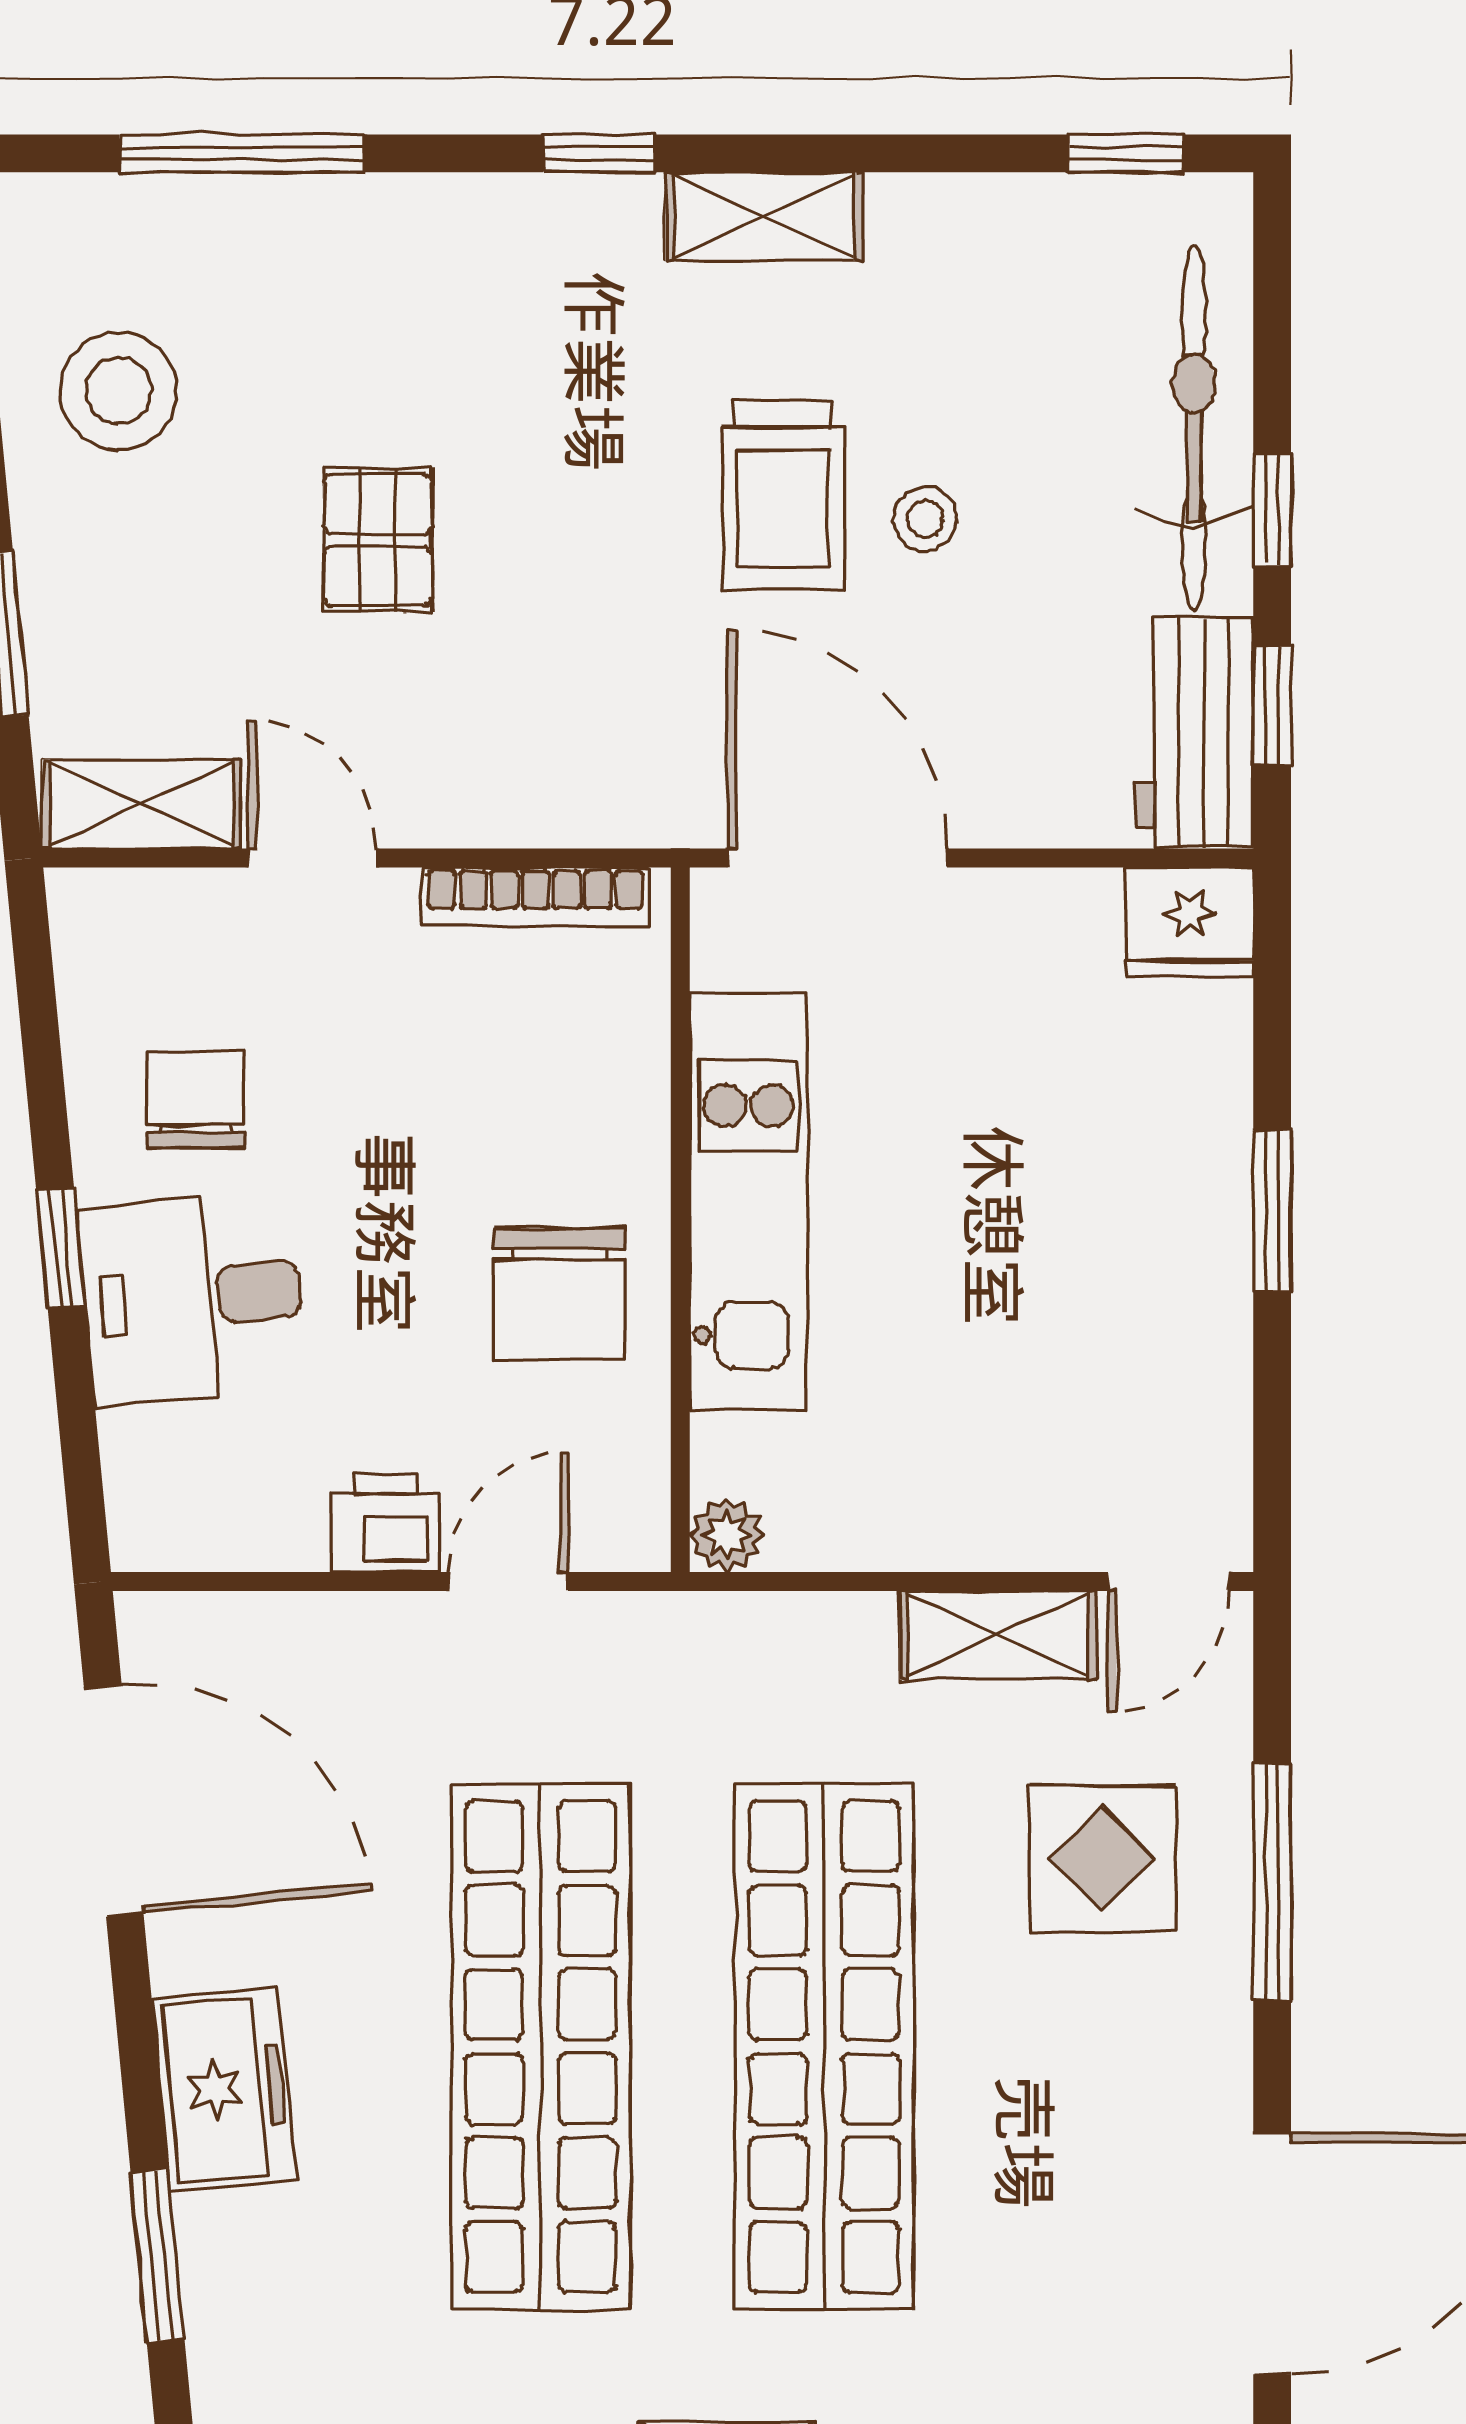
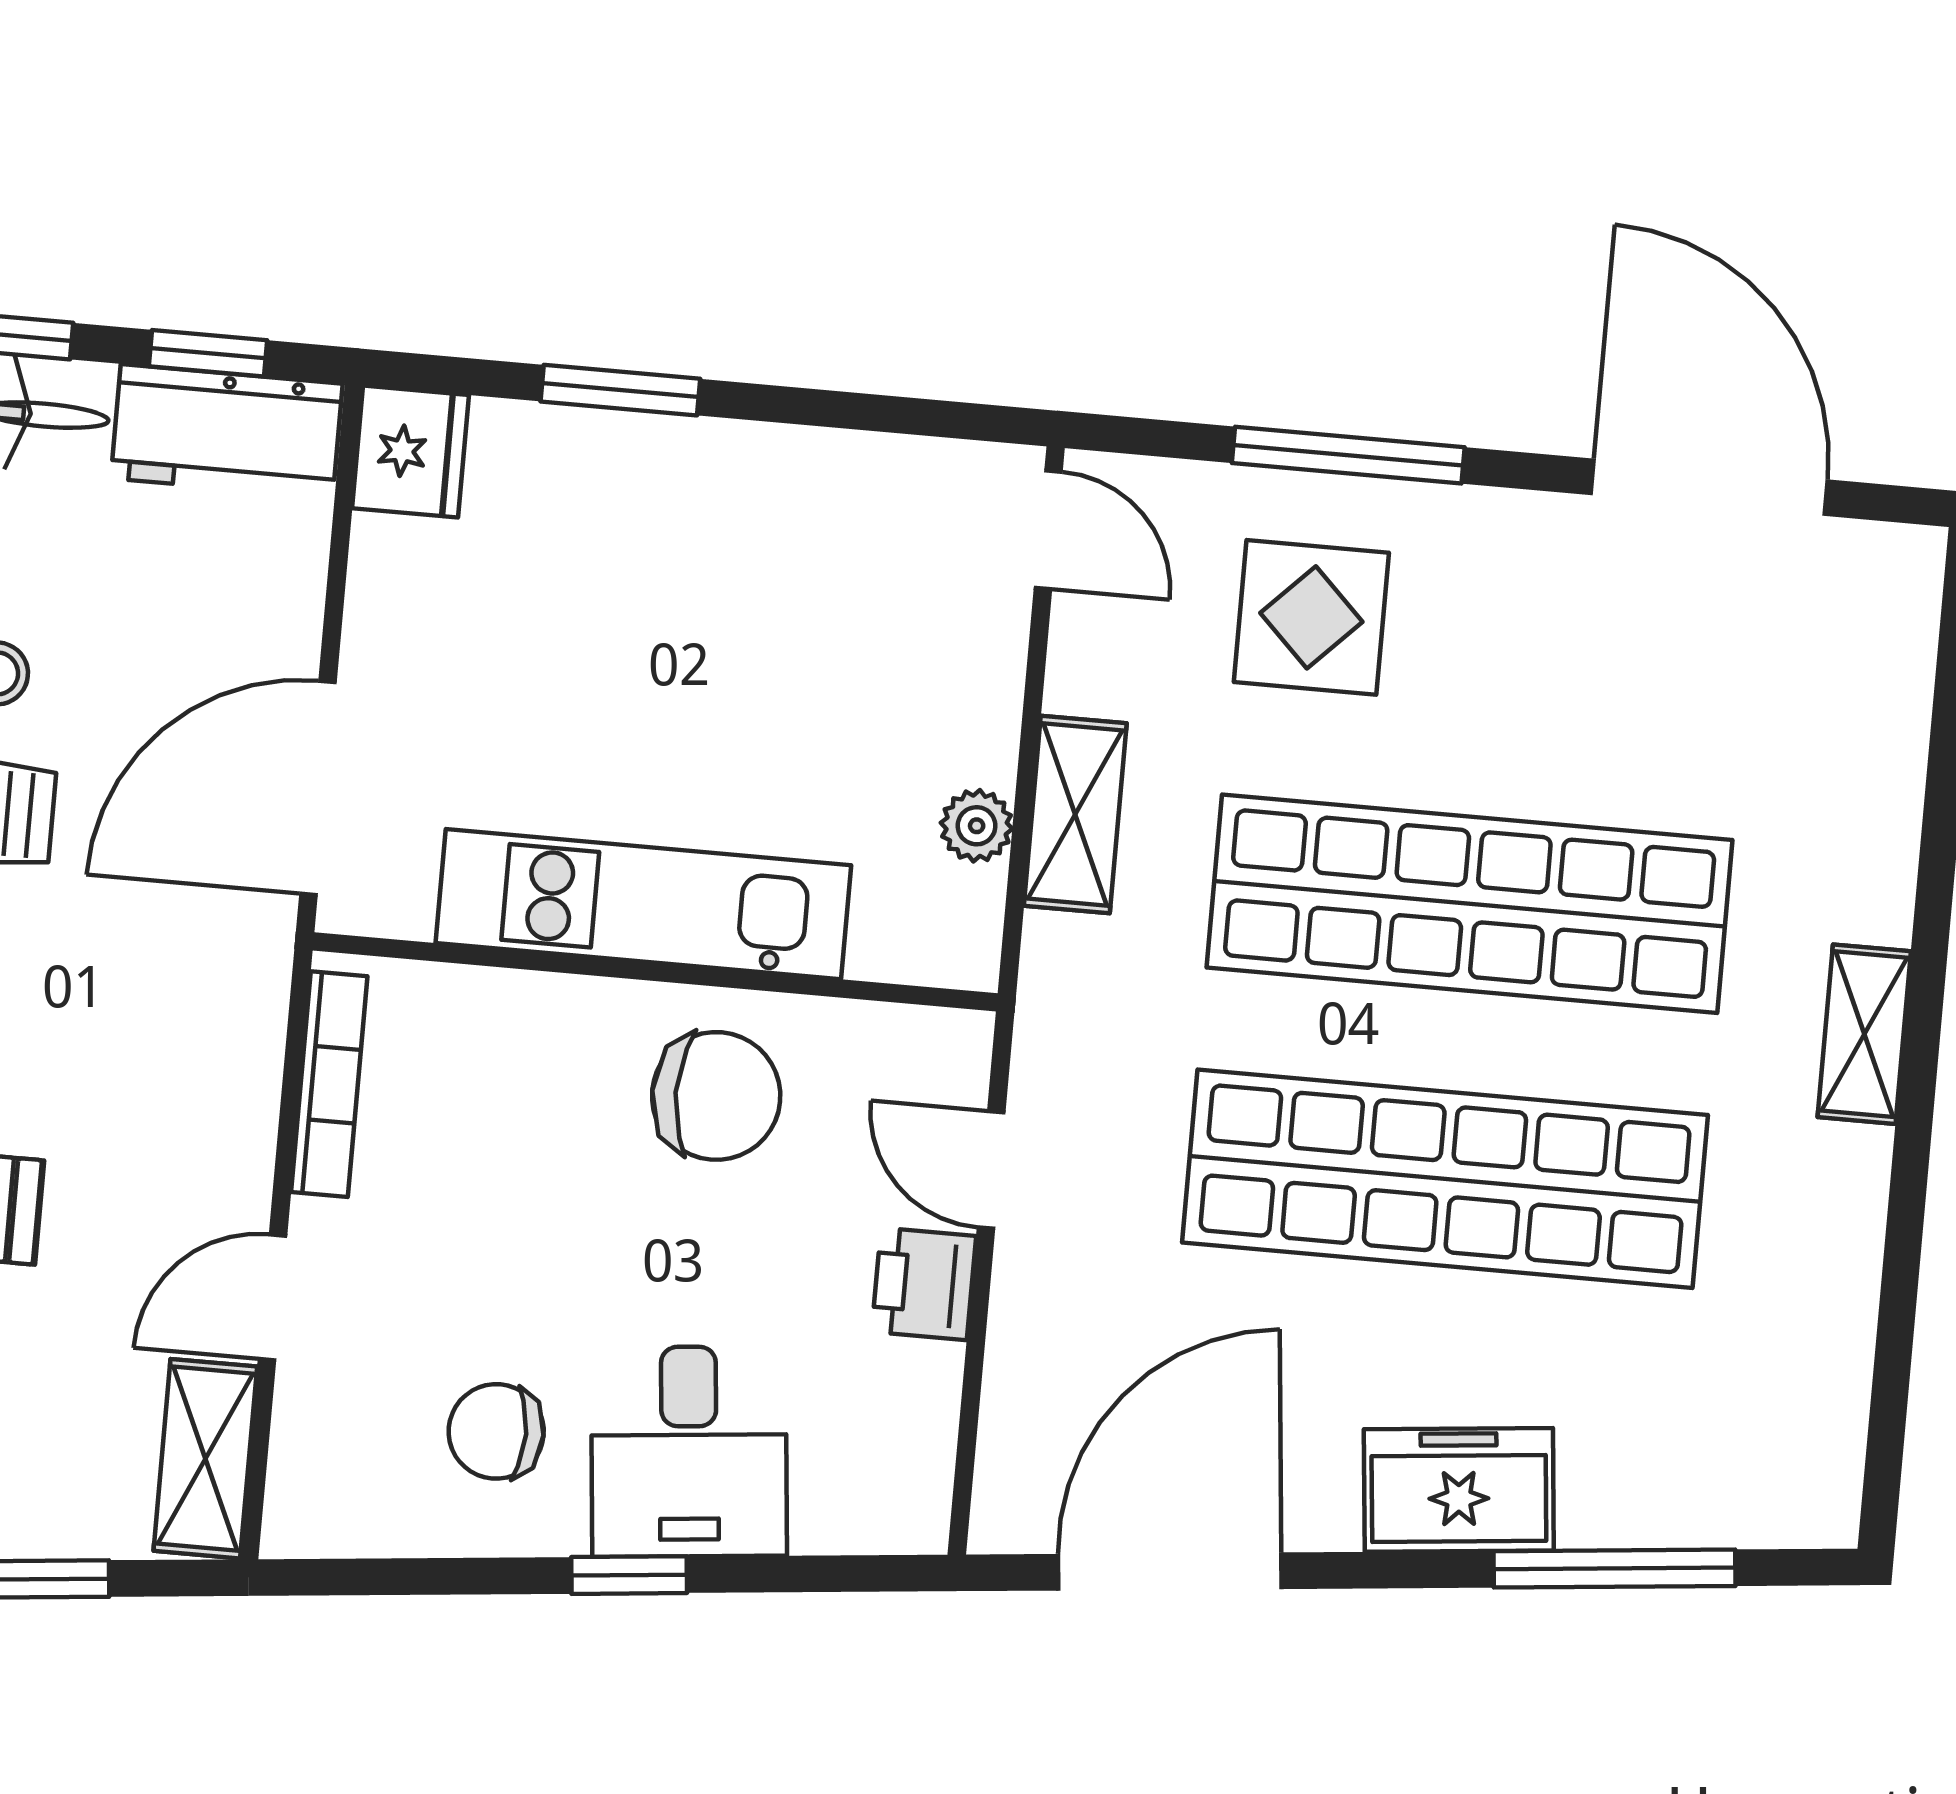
window: (1272, 1211) -> (620, 390), moved
plant: (727, 1535) -> (977, 826), moved
shelving: (998, 1635) -> (1075, 815), moved
window: (157, 2256) -> (1615, 1569), width x1.44

